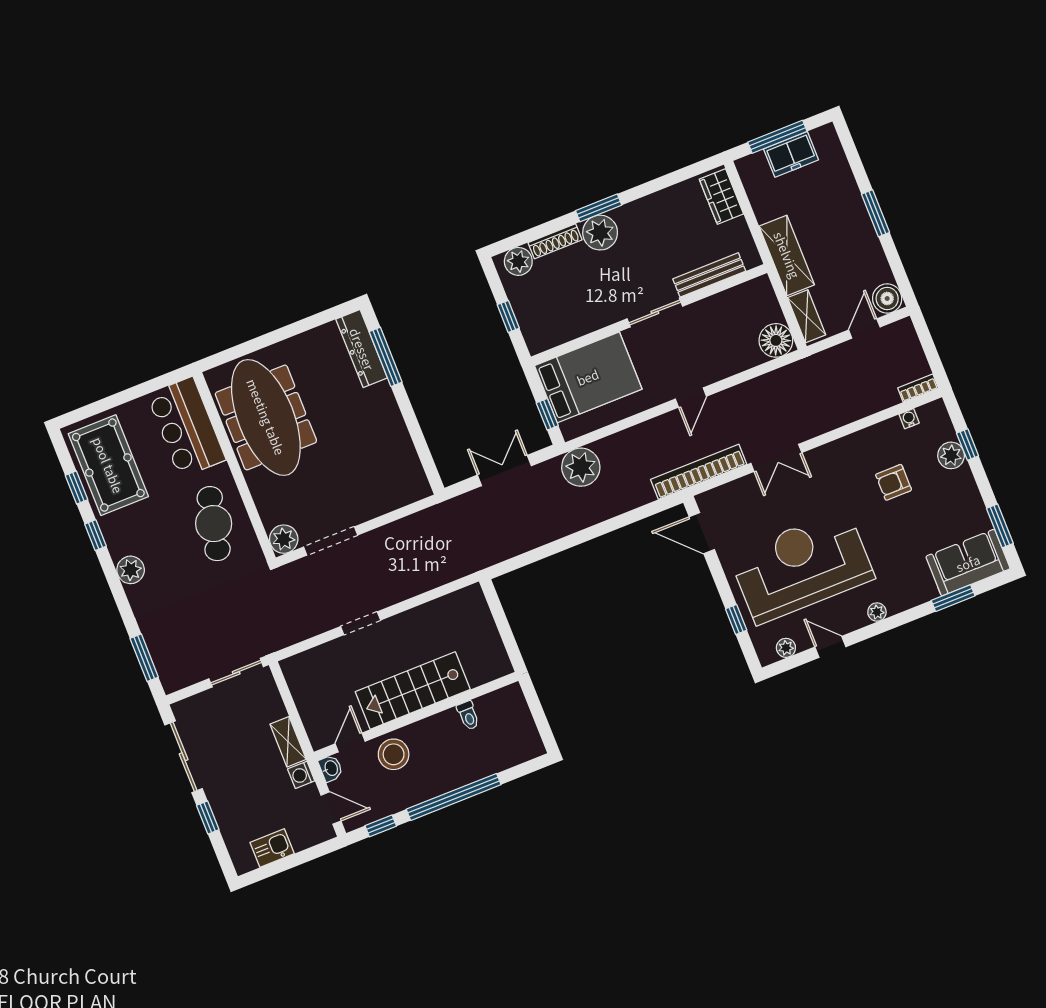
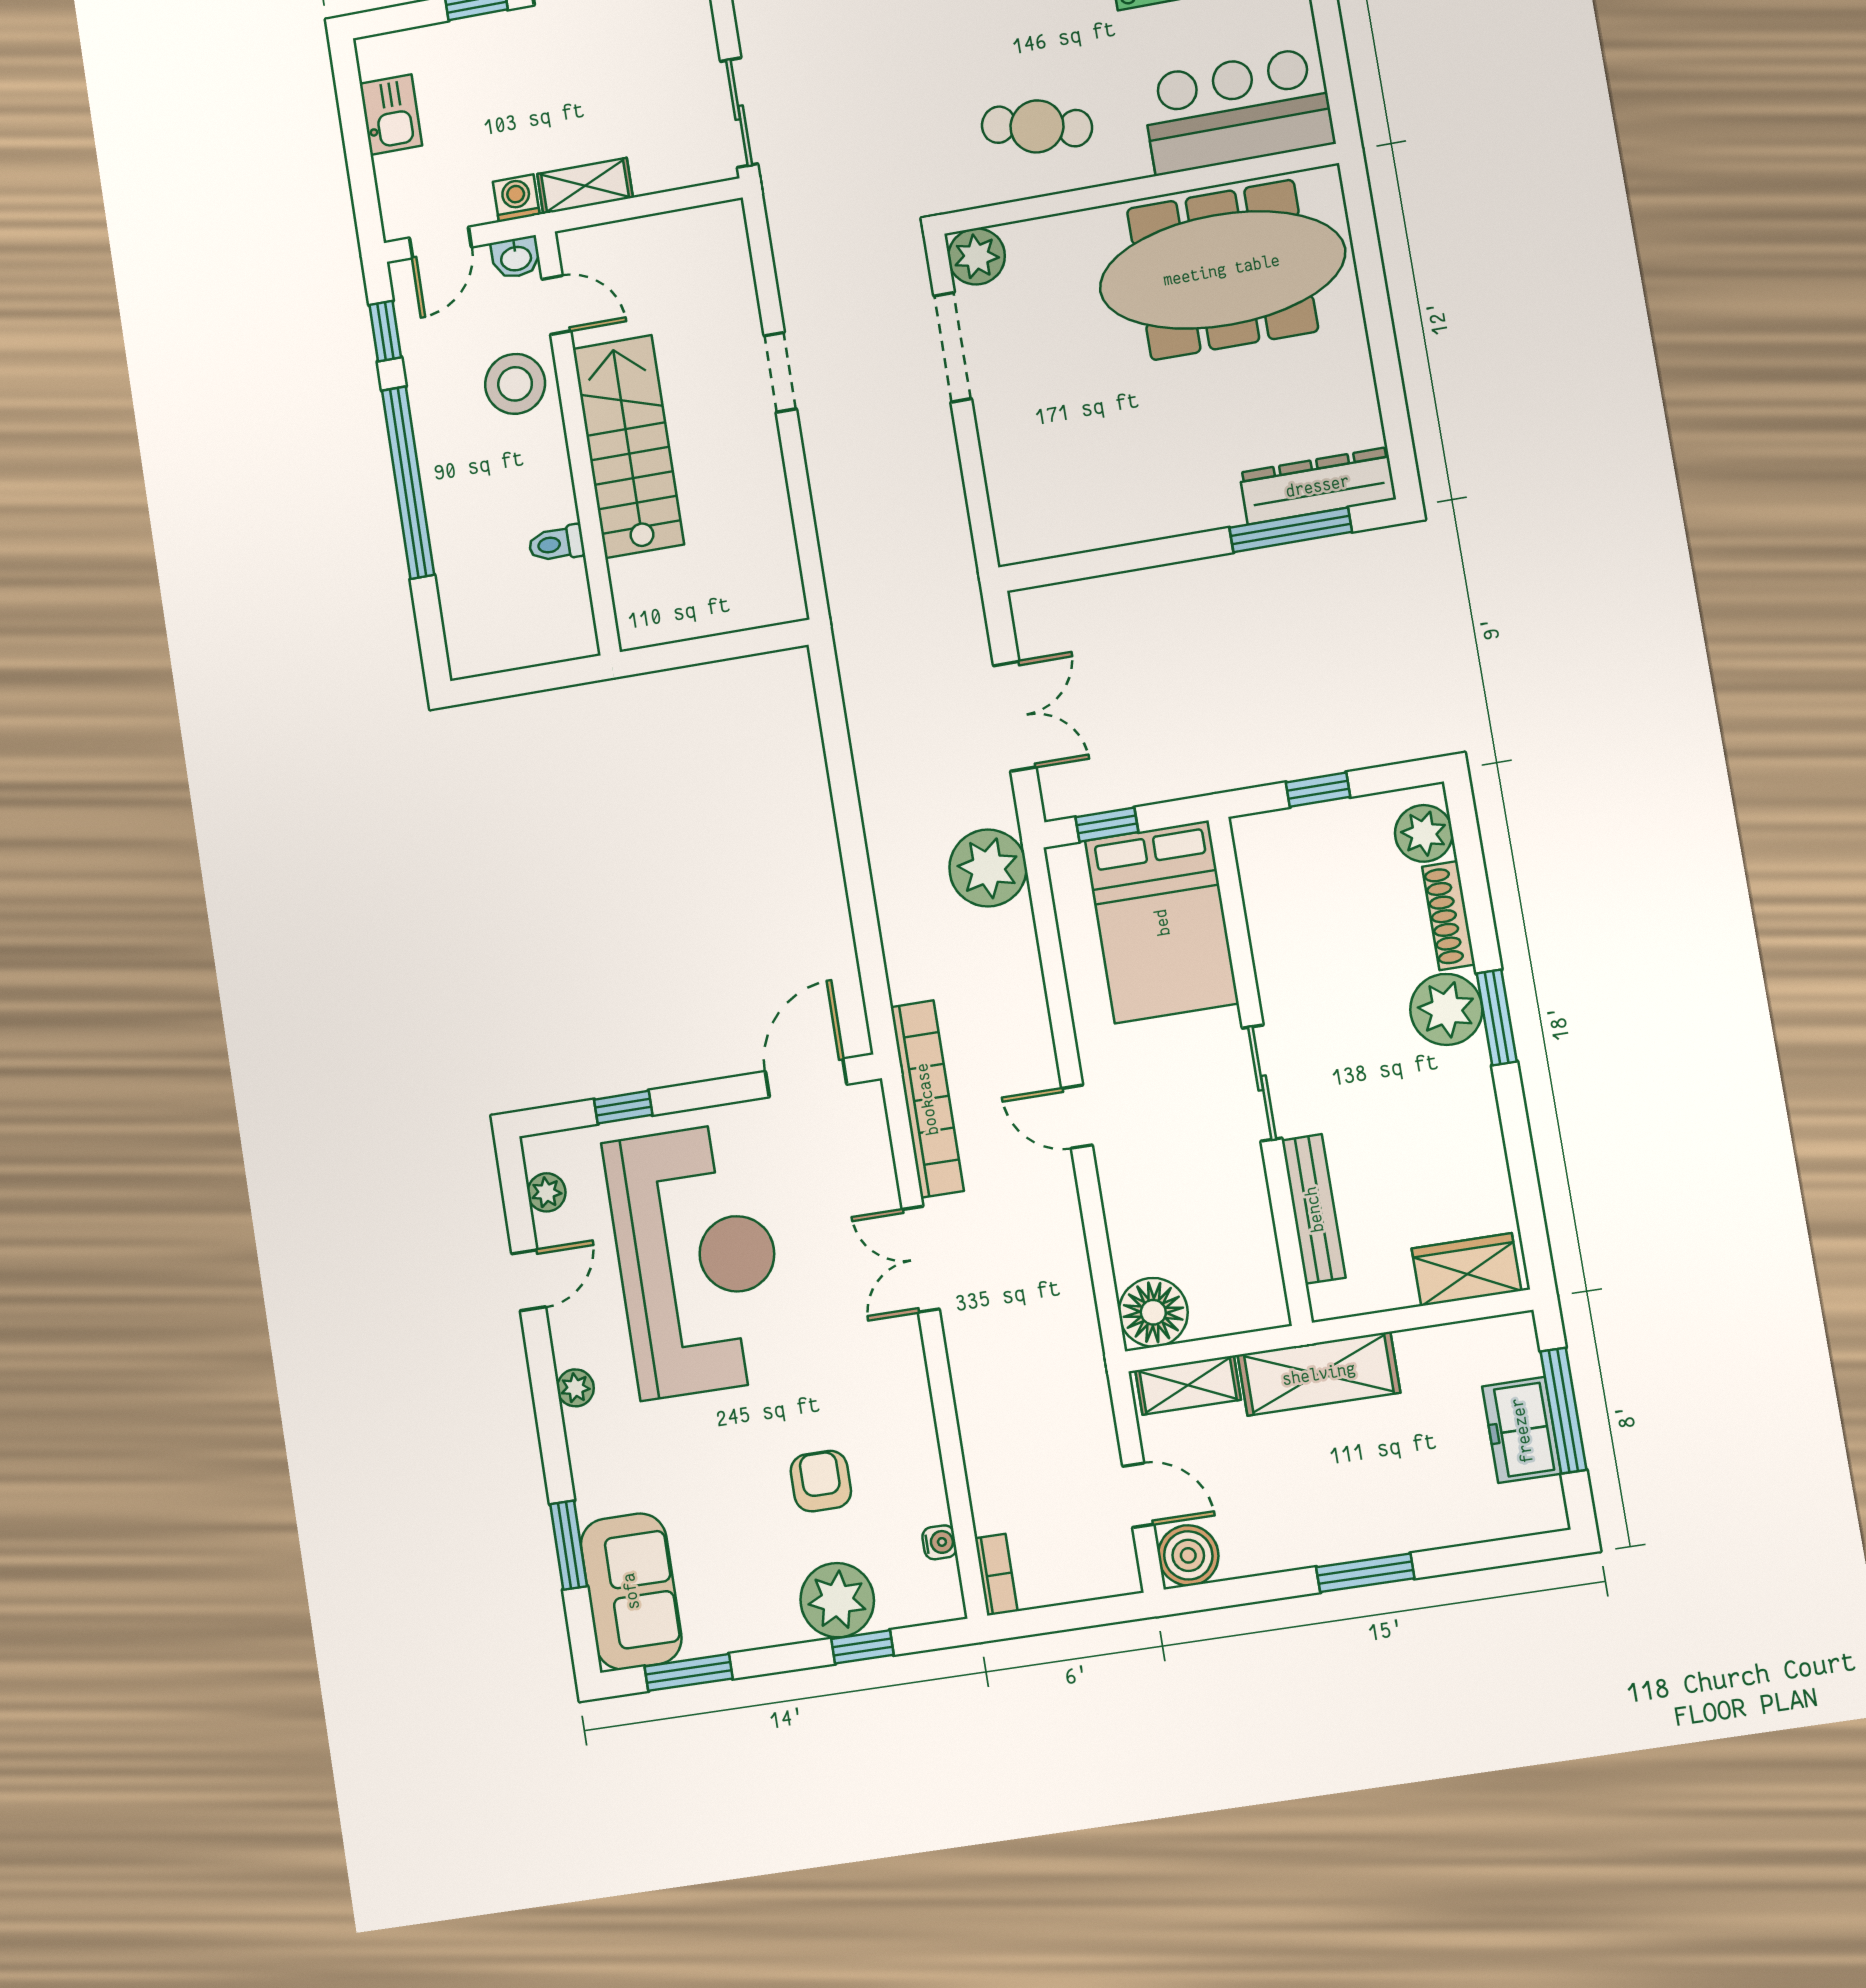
plant: (951, 455) -> (837, 1600), width x1.36, depth x1.36
cafe table: (214, 524) -> (1037, 126), width x0.73, depth x0.74

